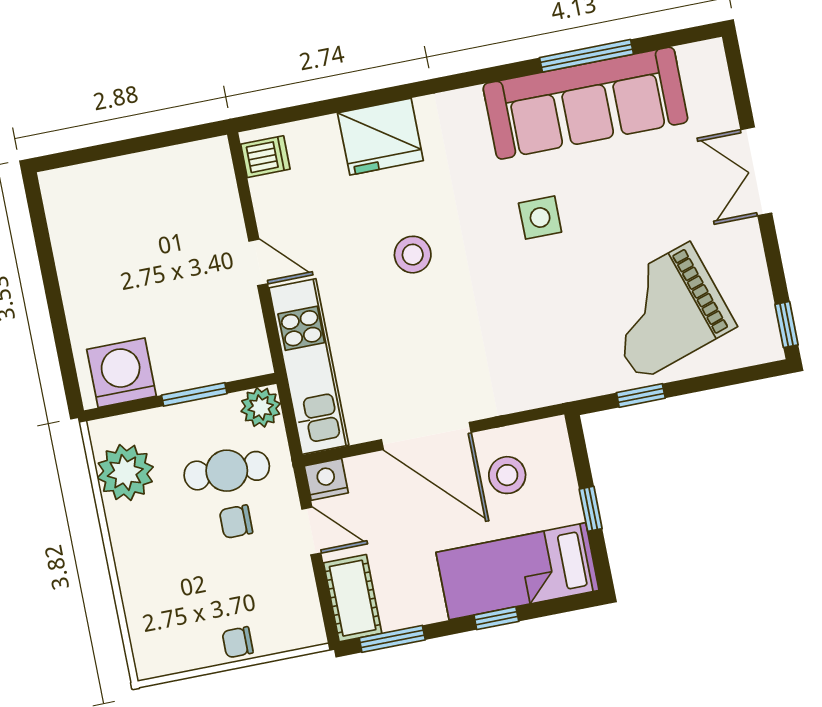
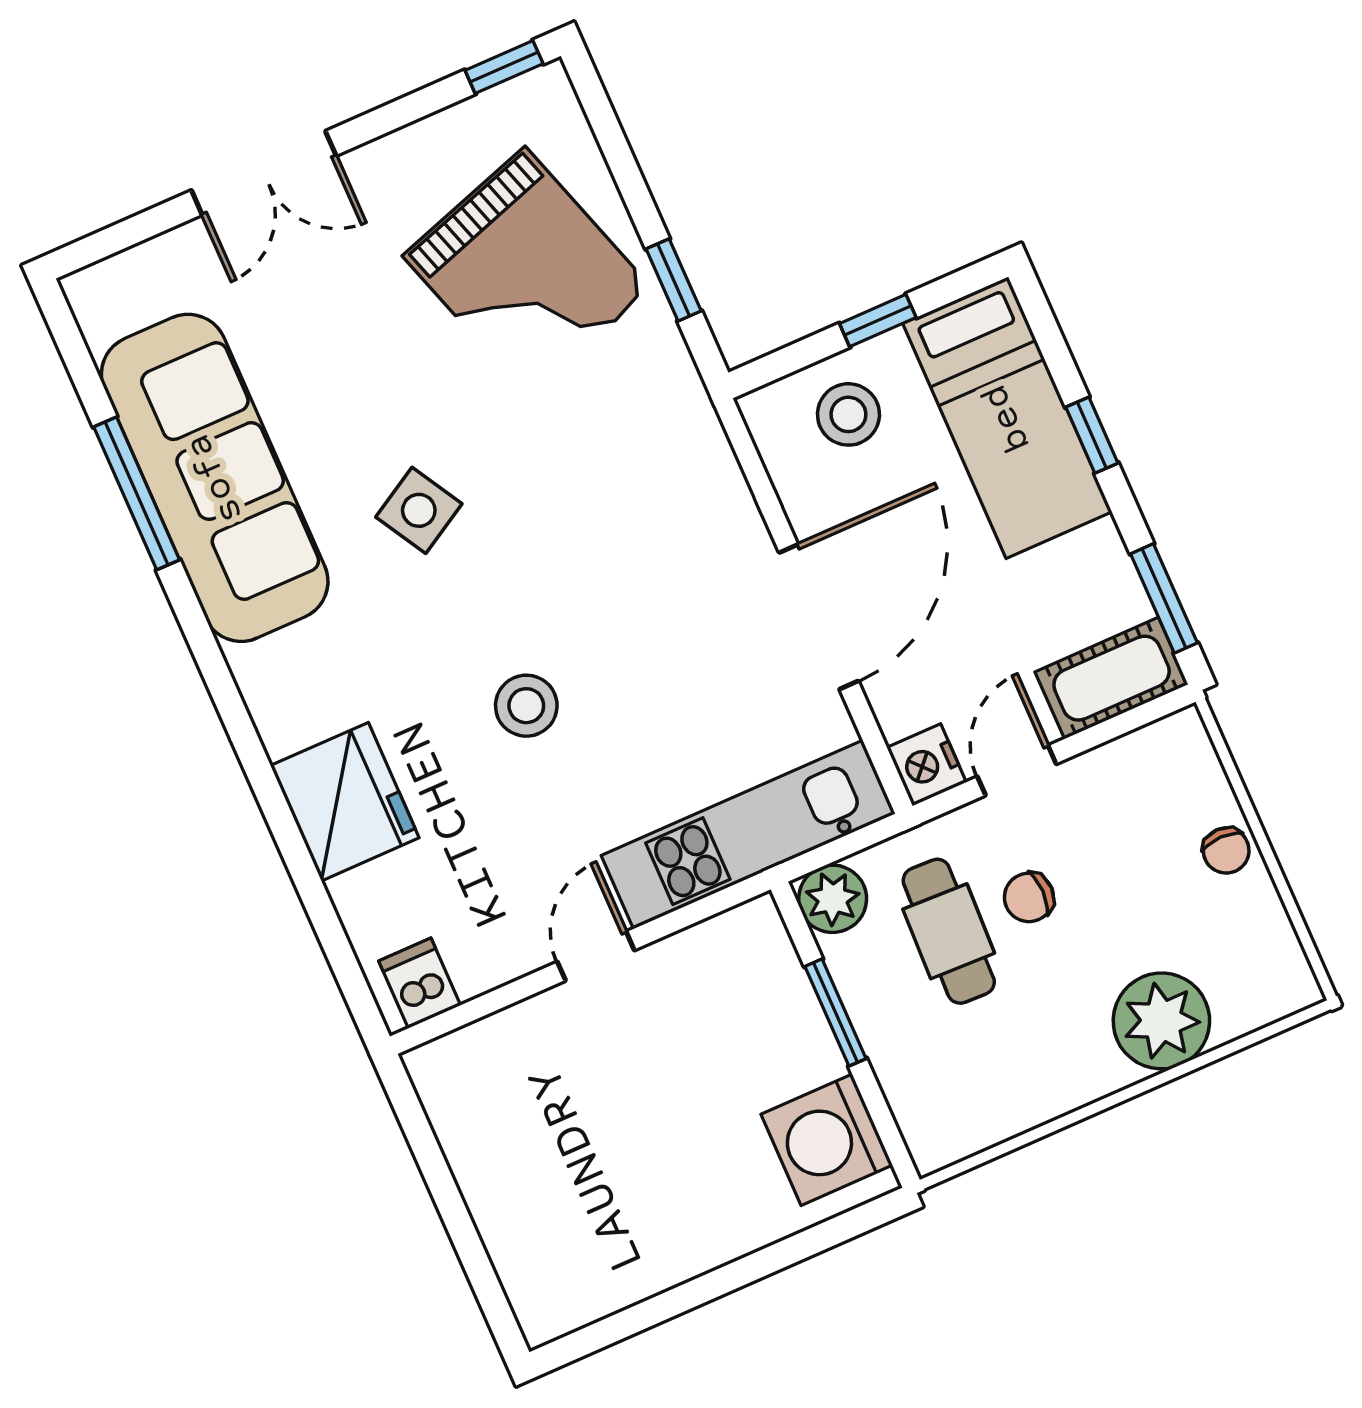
side table: (540, 218) -> (419, 510), turned -30
plant: (125, 472) -> (1161, 1021), moved
stool: (507, 475) -> (848, 414), moved
chair: (236, 522) -> (1029, 897), turned 90

